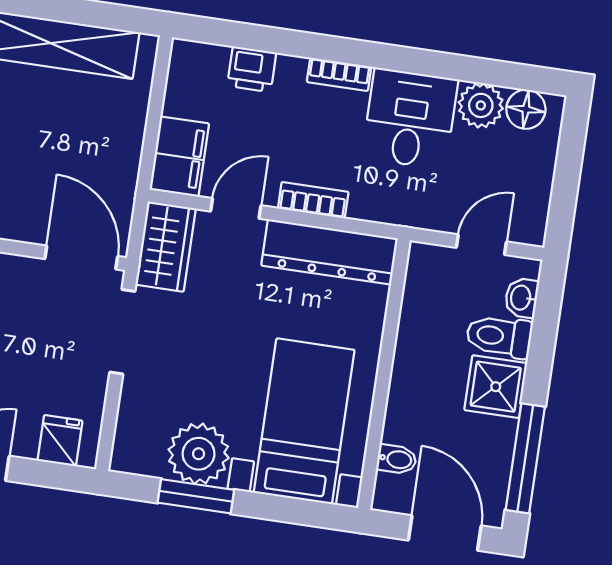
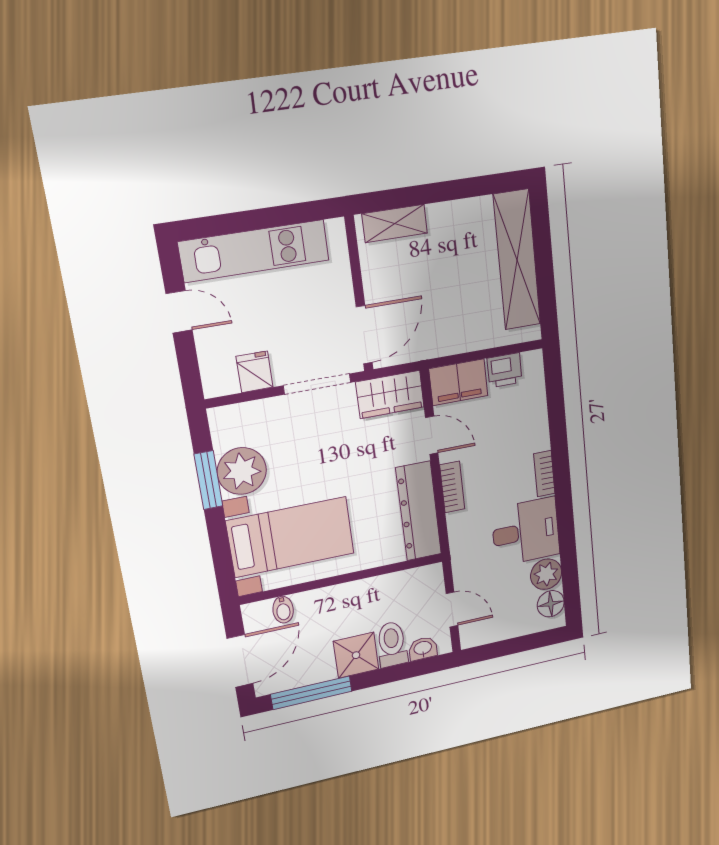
printer: (252, 69) -> (505, 370), moved, turned -90
fridge: (60, 441) -> (255, 372), moved, turned -90

